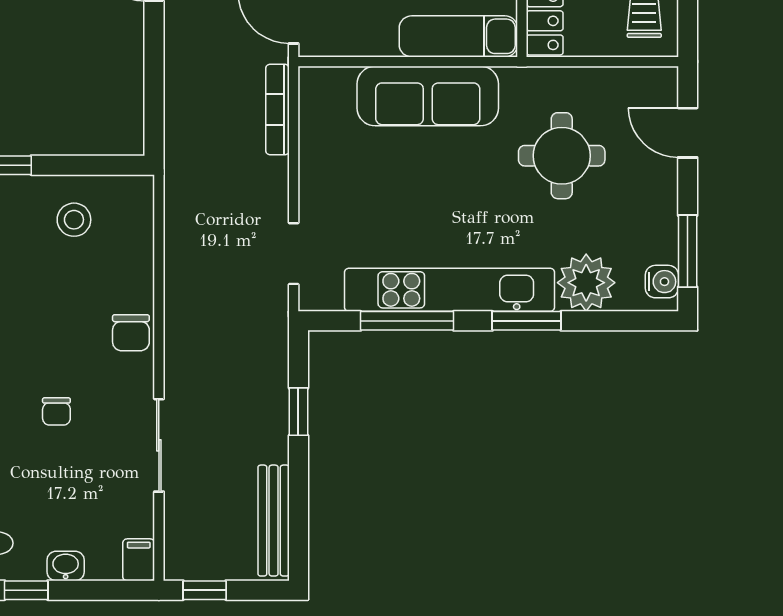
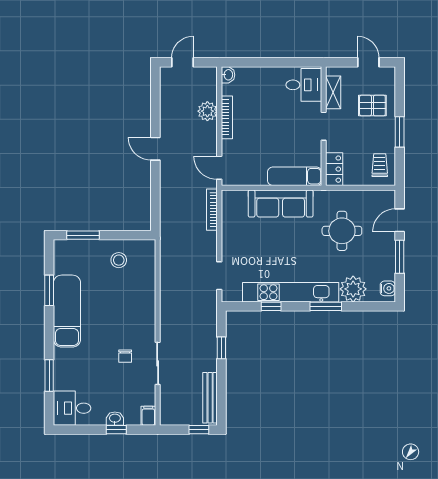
door: (688, 133) -> (400, 220), hinge flipped
window: (688, 251) -> (400, 257), moved
window: (407, 321) -> (271, 306), width x0.46
chair: (131, 333) -> (145, 312), removed
chair: (56, 411) -> (125, 356), moved
window: (26, 590) -> (116, 430), moved
window: (205, 590) -> (199, 430), moved

